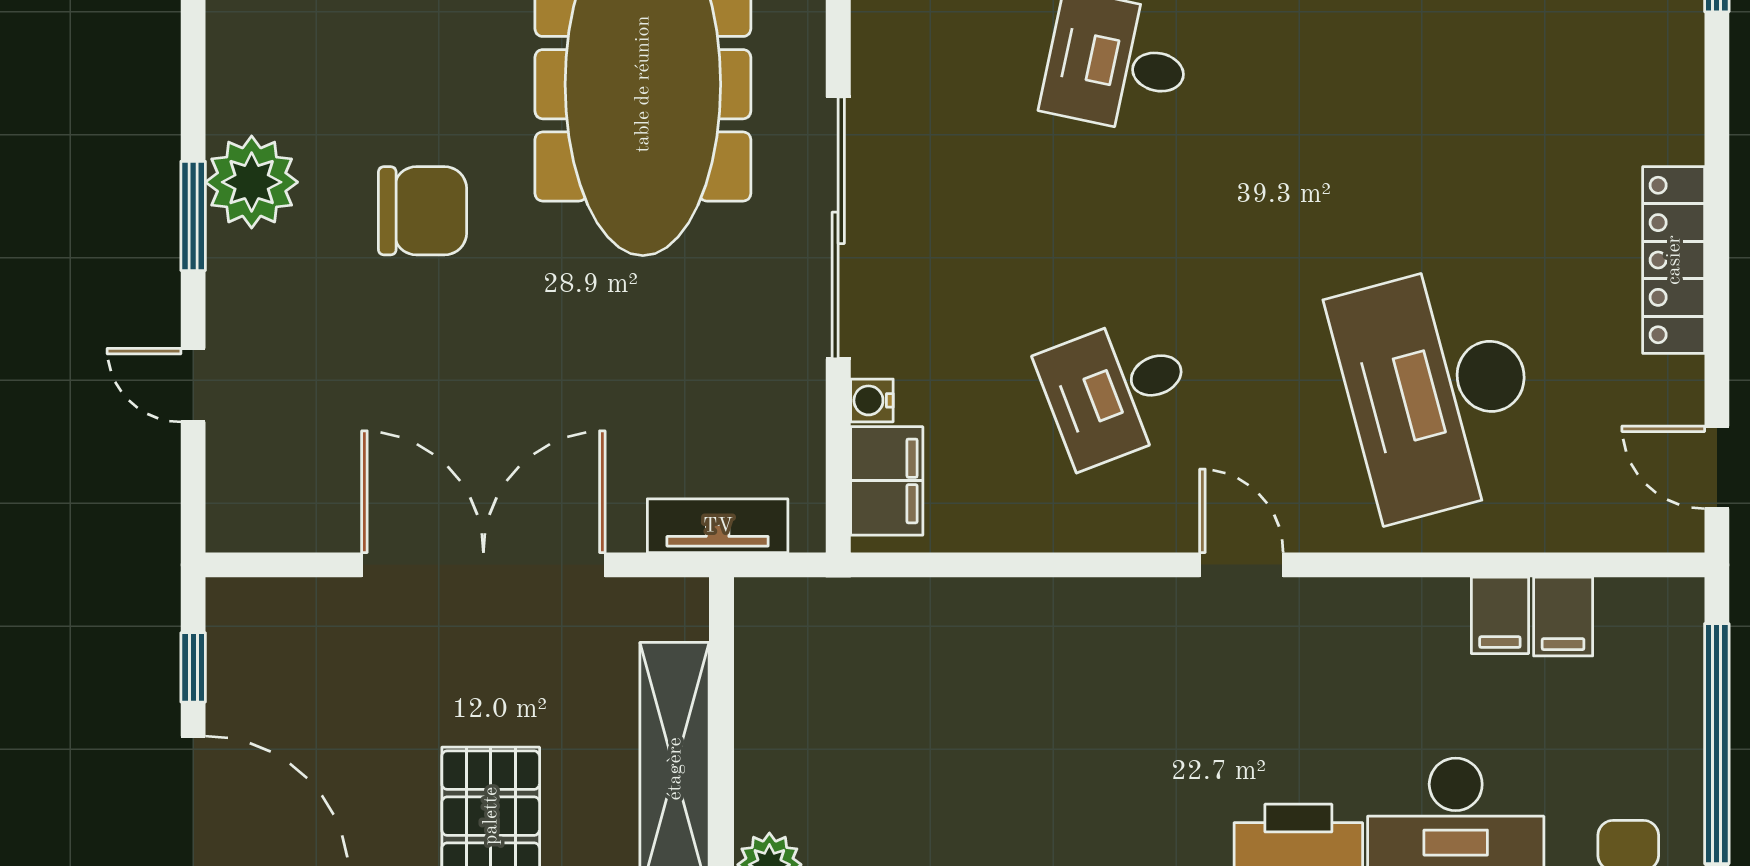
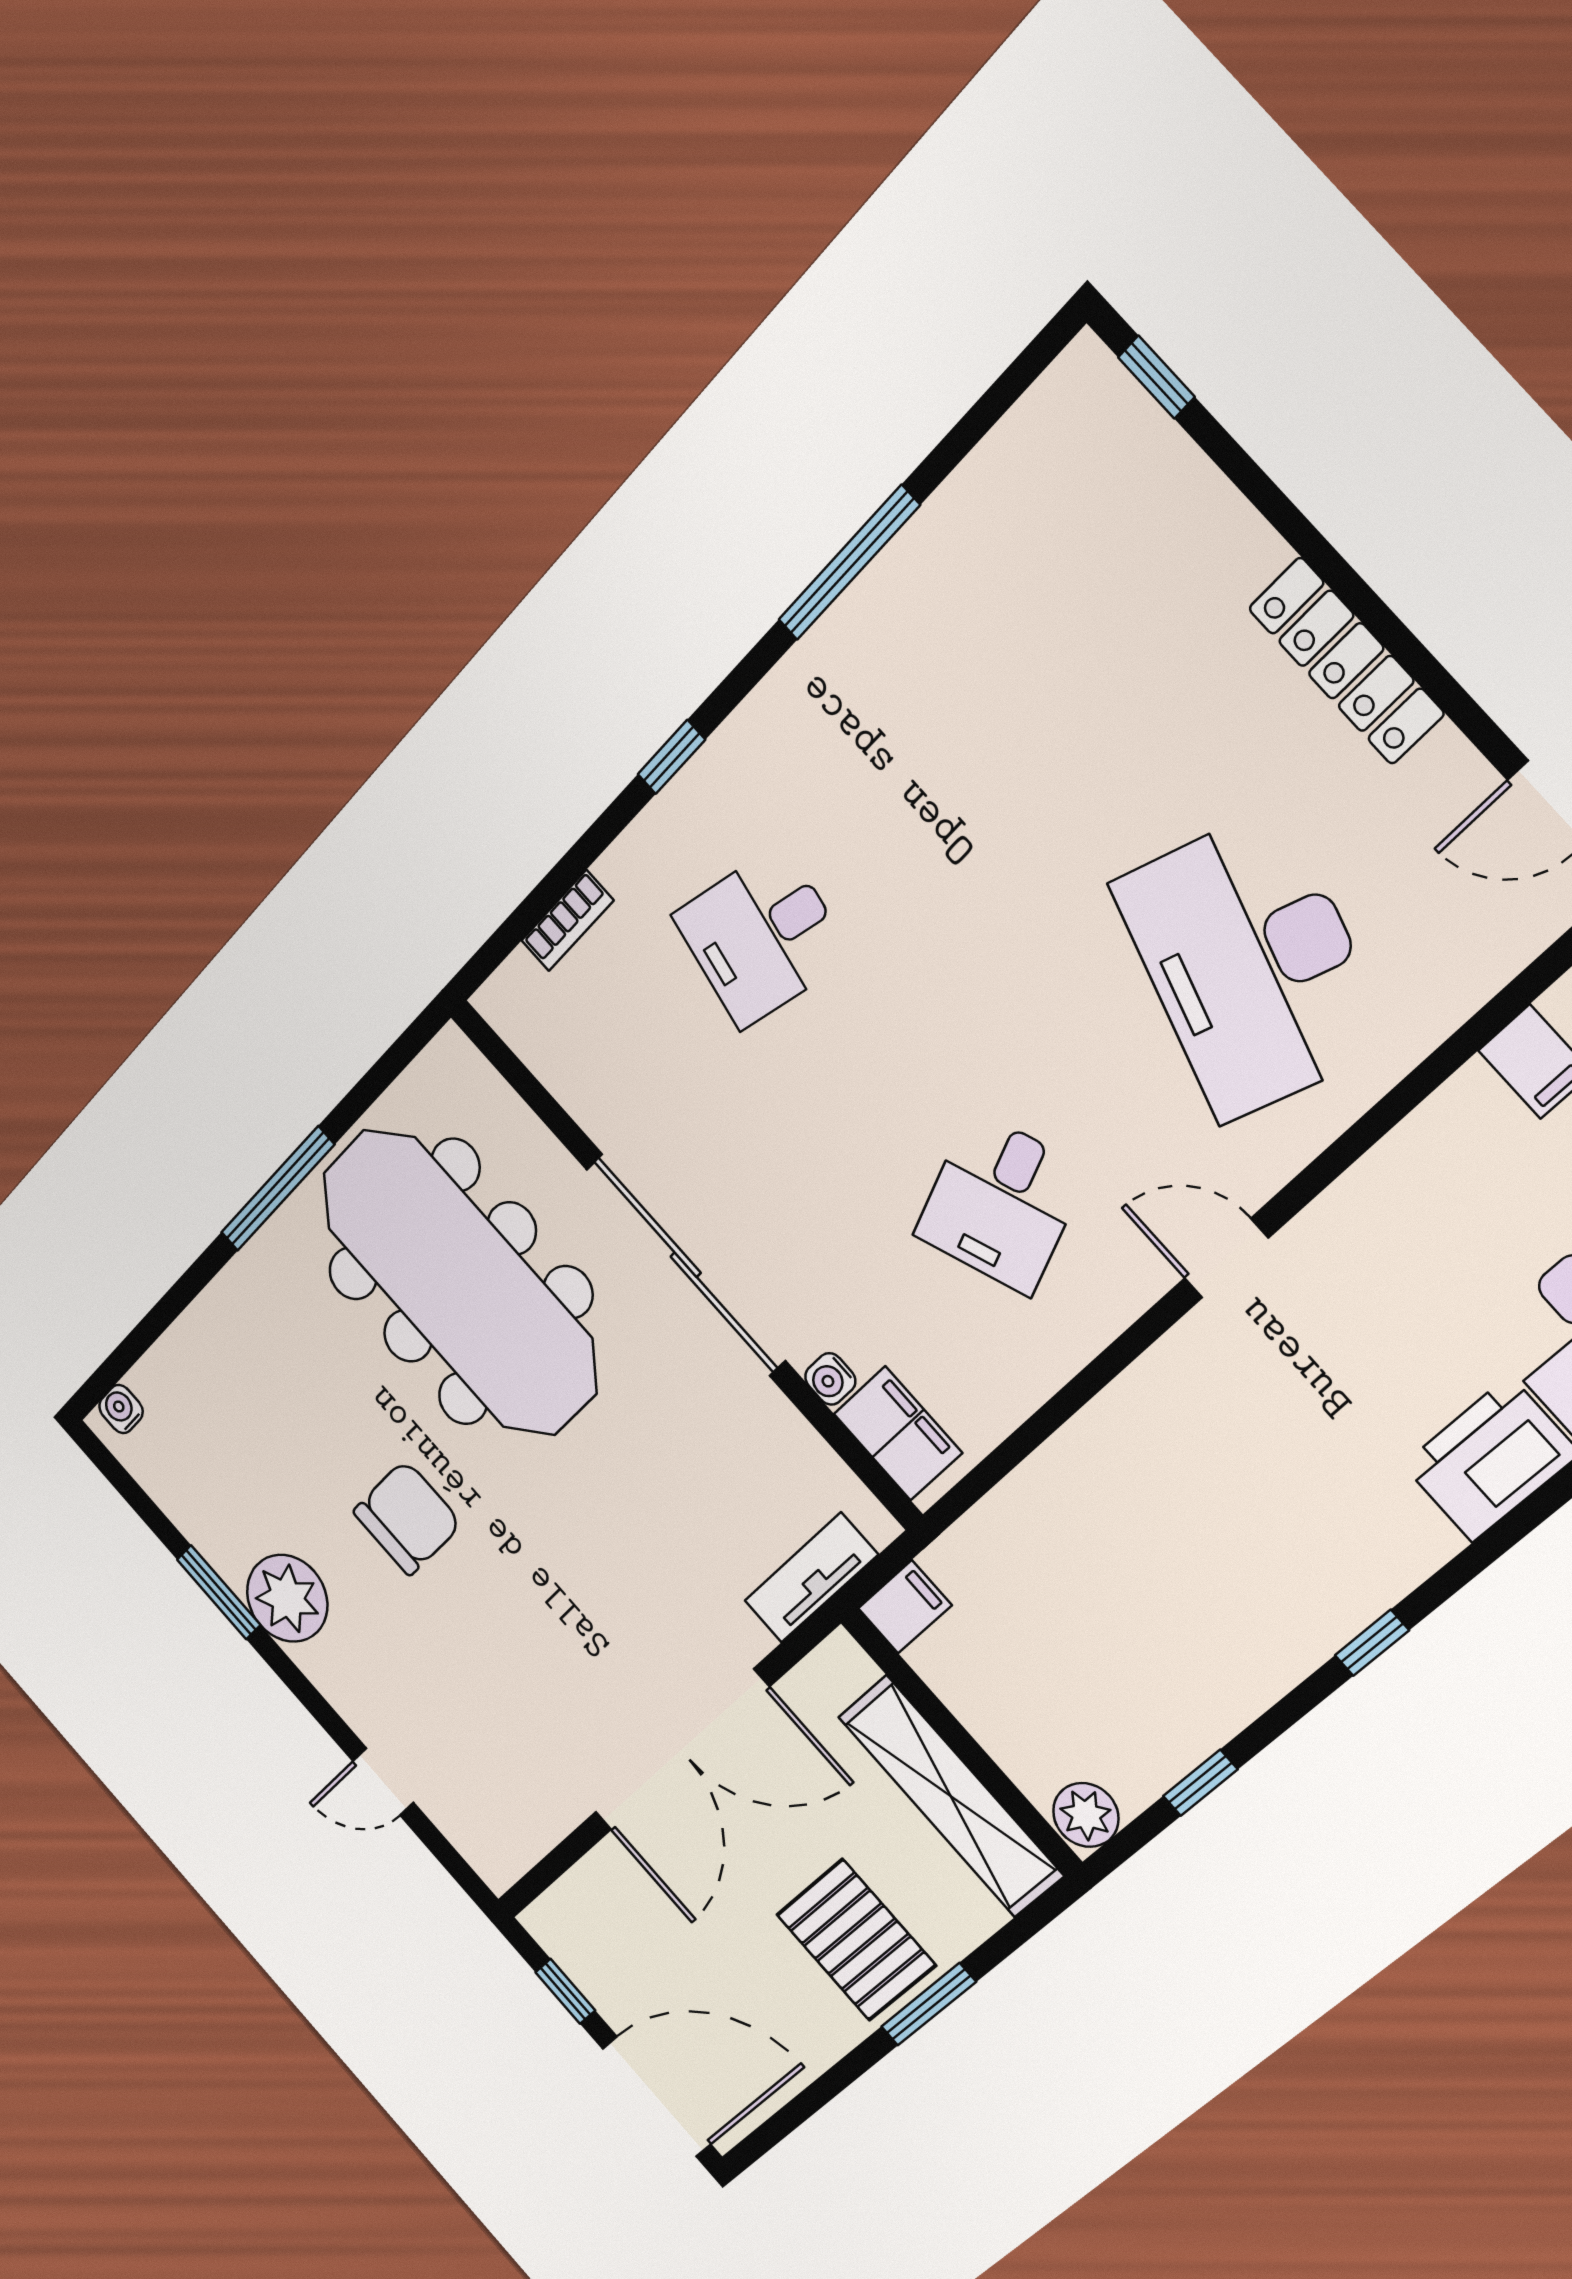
window: (193, 216) -> (219, 1592), moved
desk: (1438, 390) -> (1252, 964), turned 33
double door: (483, 565) -> (681, 1750), swing flipped
filing cabinet: (1500, 615) -> (905, 1607), moved, turned -90

